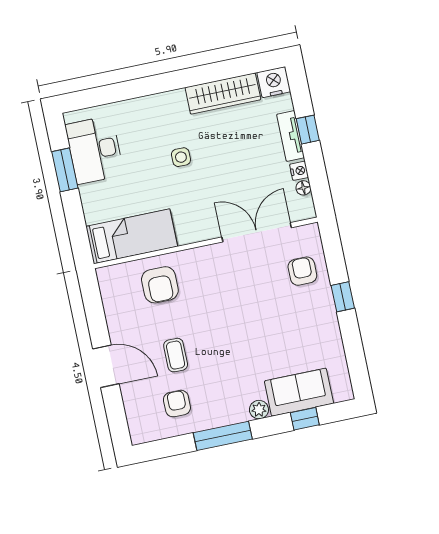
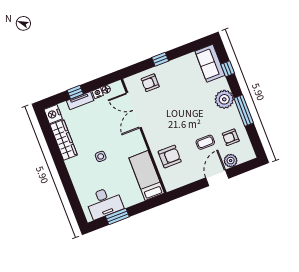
sofa: (299, 392) -> (210, 63), moved
plant: (134, 396) -> (231, 161), added
plant: (259, 410) -> (224, 99), width x1.88, depth x1.88

